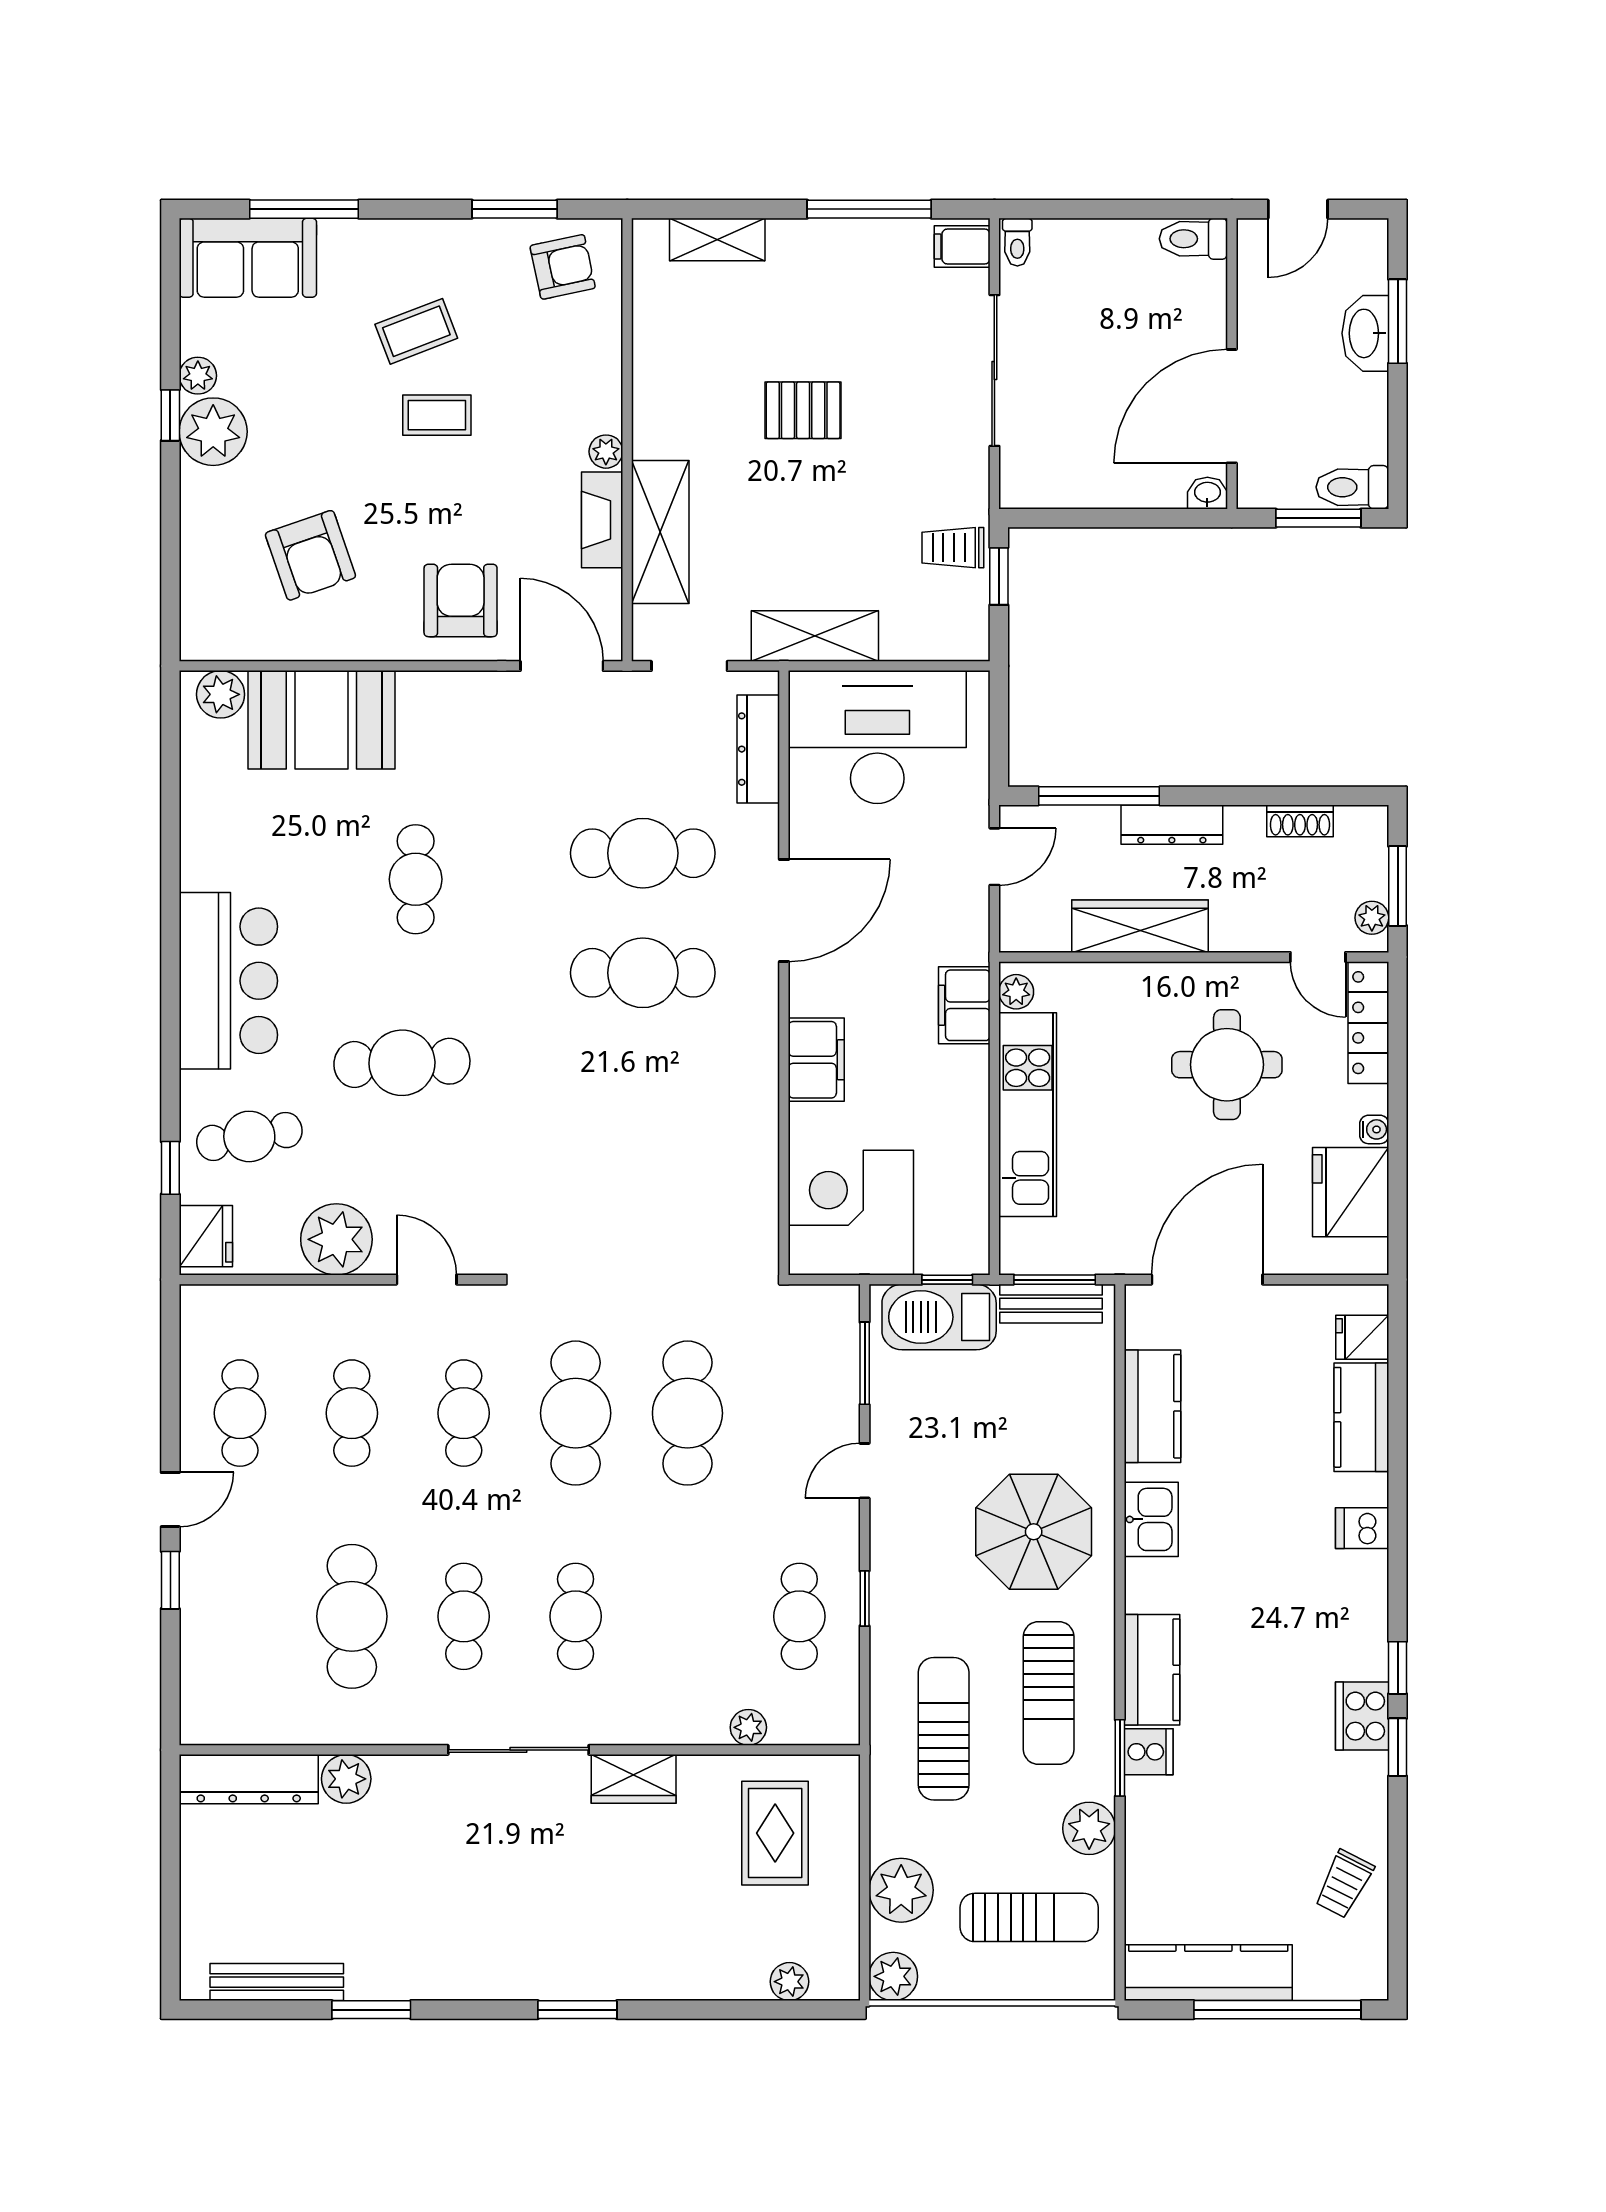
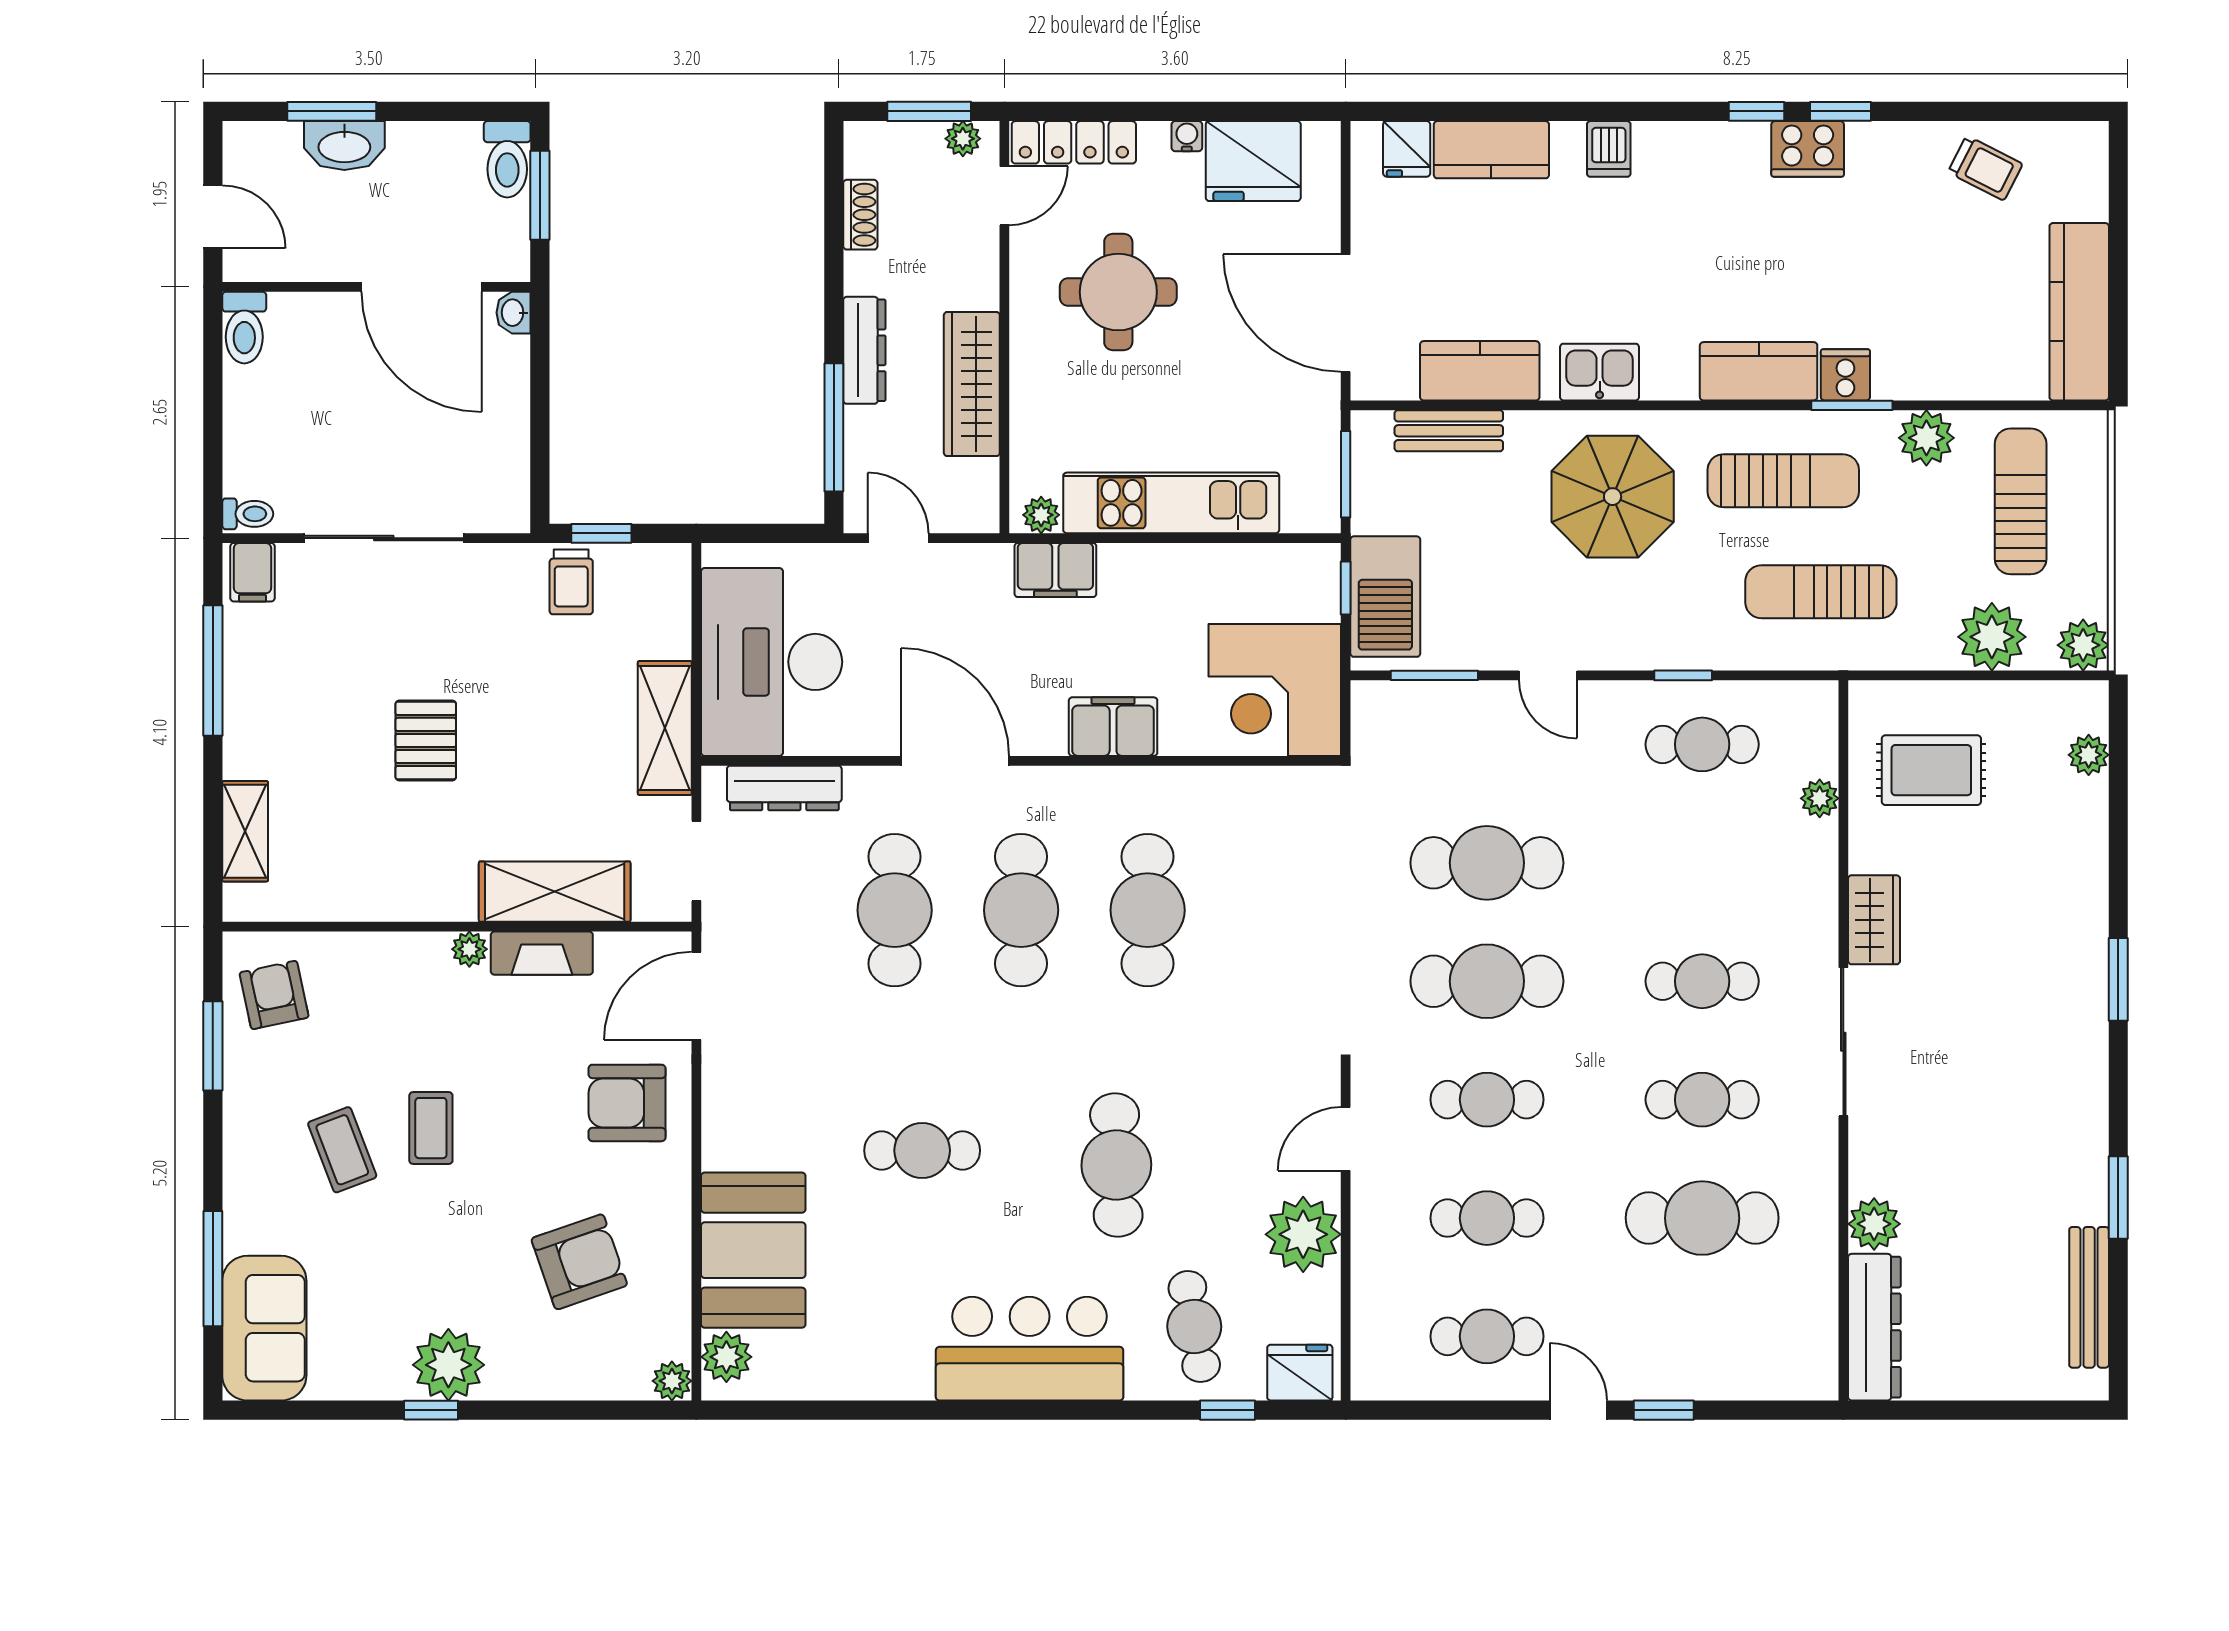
plant: (198, 376) -> (672, 1381), moved
cafe table: (643, 1092) -> (1148, 910), added
bench: (1051, 1304) -> (1449, 431), moved, turned 90
window: (1277, 2010) -> (2118, 239), removed

